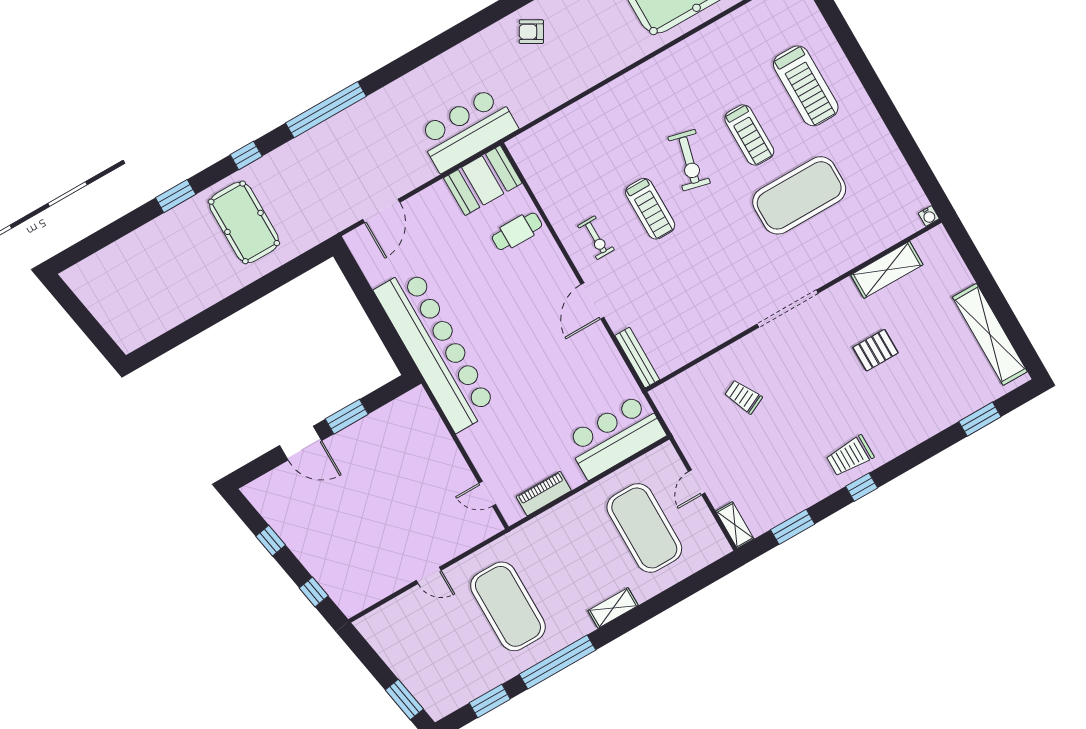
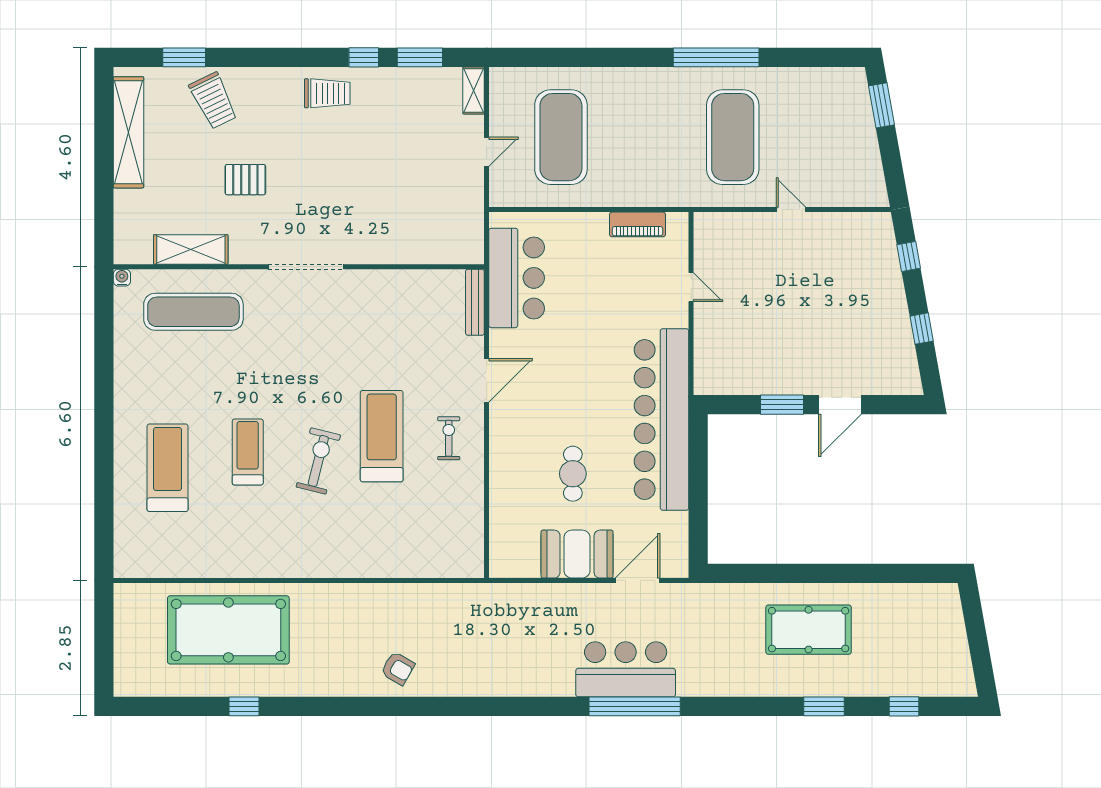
bar counter: (467, 130) -> (626, 669), moved, turned 180
window: (246, 155) -> (904, 706), moved
booth: (483, 180) -> (577, 554), moved
exercise mat: (799, 195) -> (193, 312), moved, width x0.68
treadmill: (650, 209) -> (382, 436), width x1.37, depth x1.38
pool table: (244, 222) -> (809, 630), moved, turned 90
cafe table: (517, 231) -> (573, 474), moved, turned 90
trolley: (743, 397) -> (213, 101), moved, width x1.36, depth x1.39
bar counter: (615, 436) -> (517, 278), moved, turned -90
door: (301, 443) -> (840, 405), swing flipped
window: (862, 487) -> (364, 57), moved
door: (487, 494) -> (691, 287), moved
shelving: (613, 608) -> (634, 78), removed
window: (490, 701) -> (801, 57), removed

